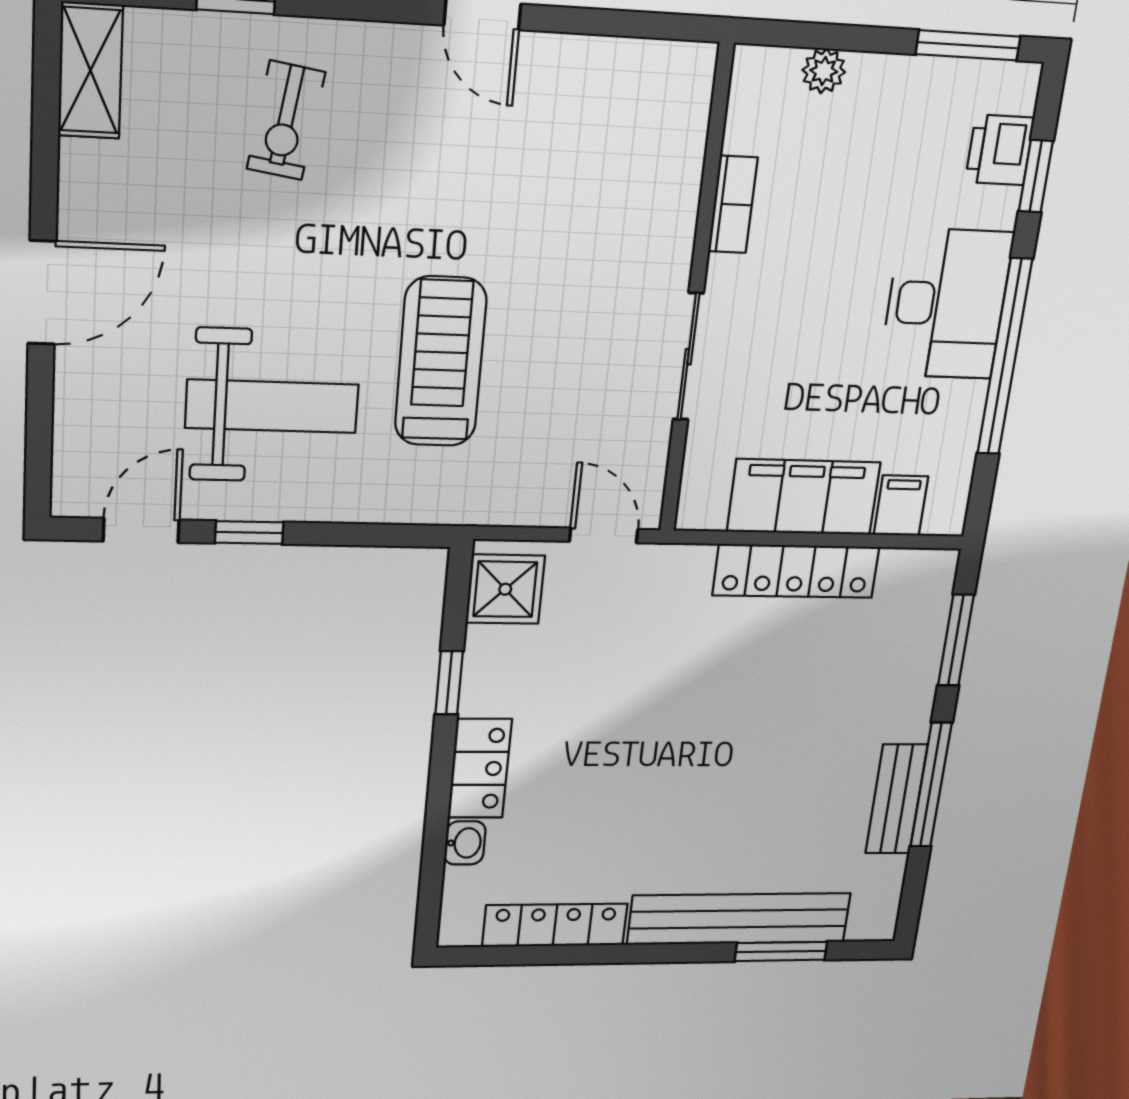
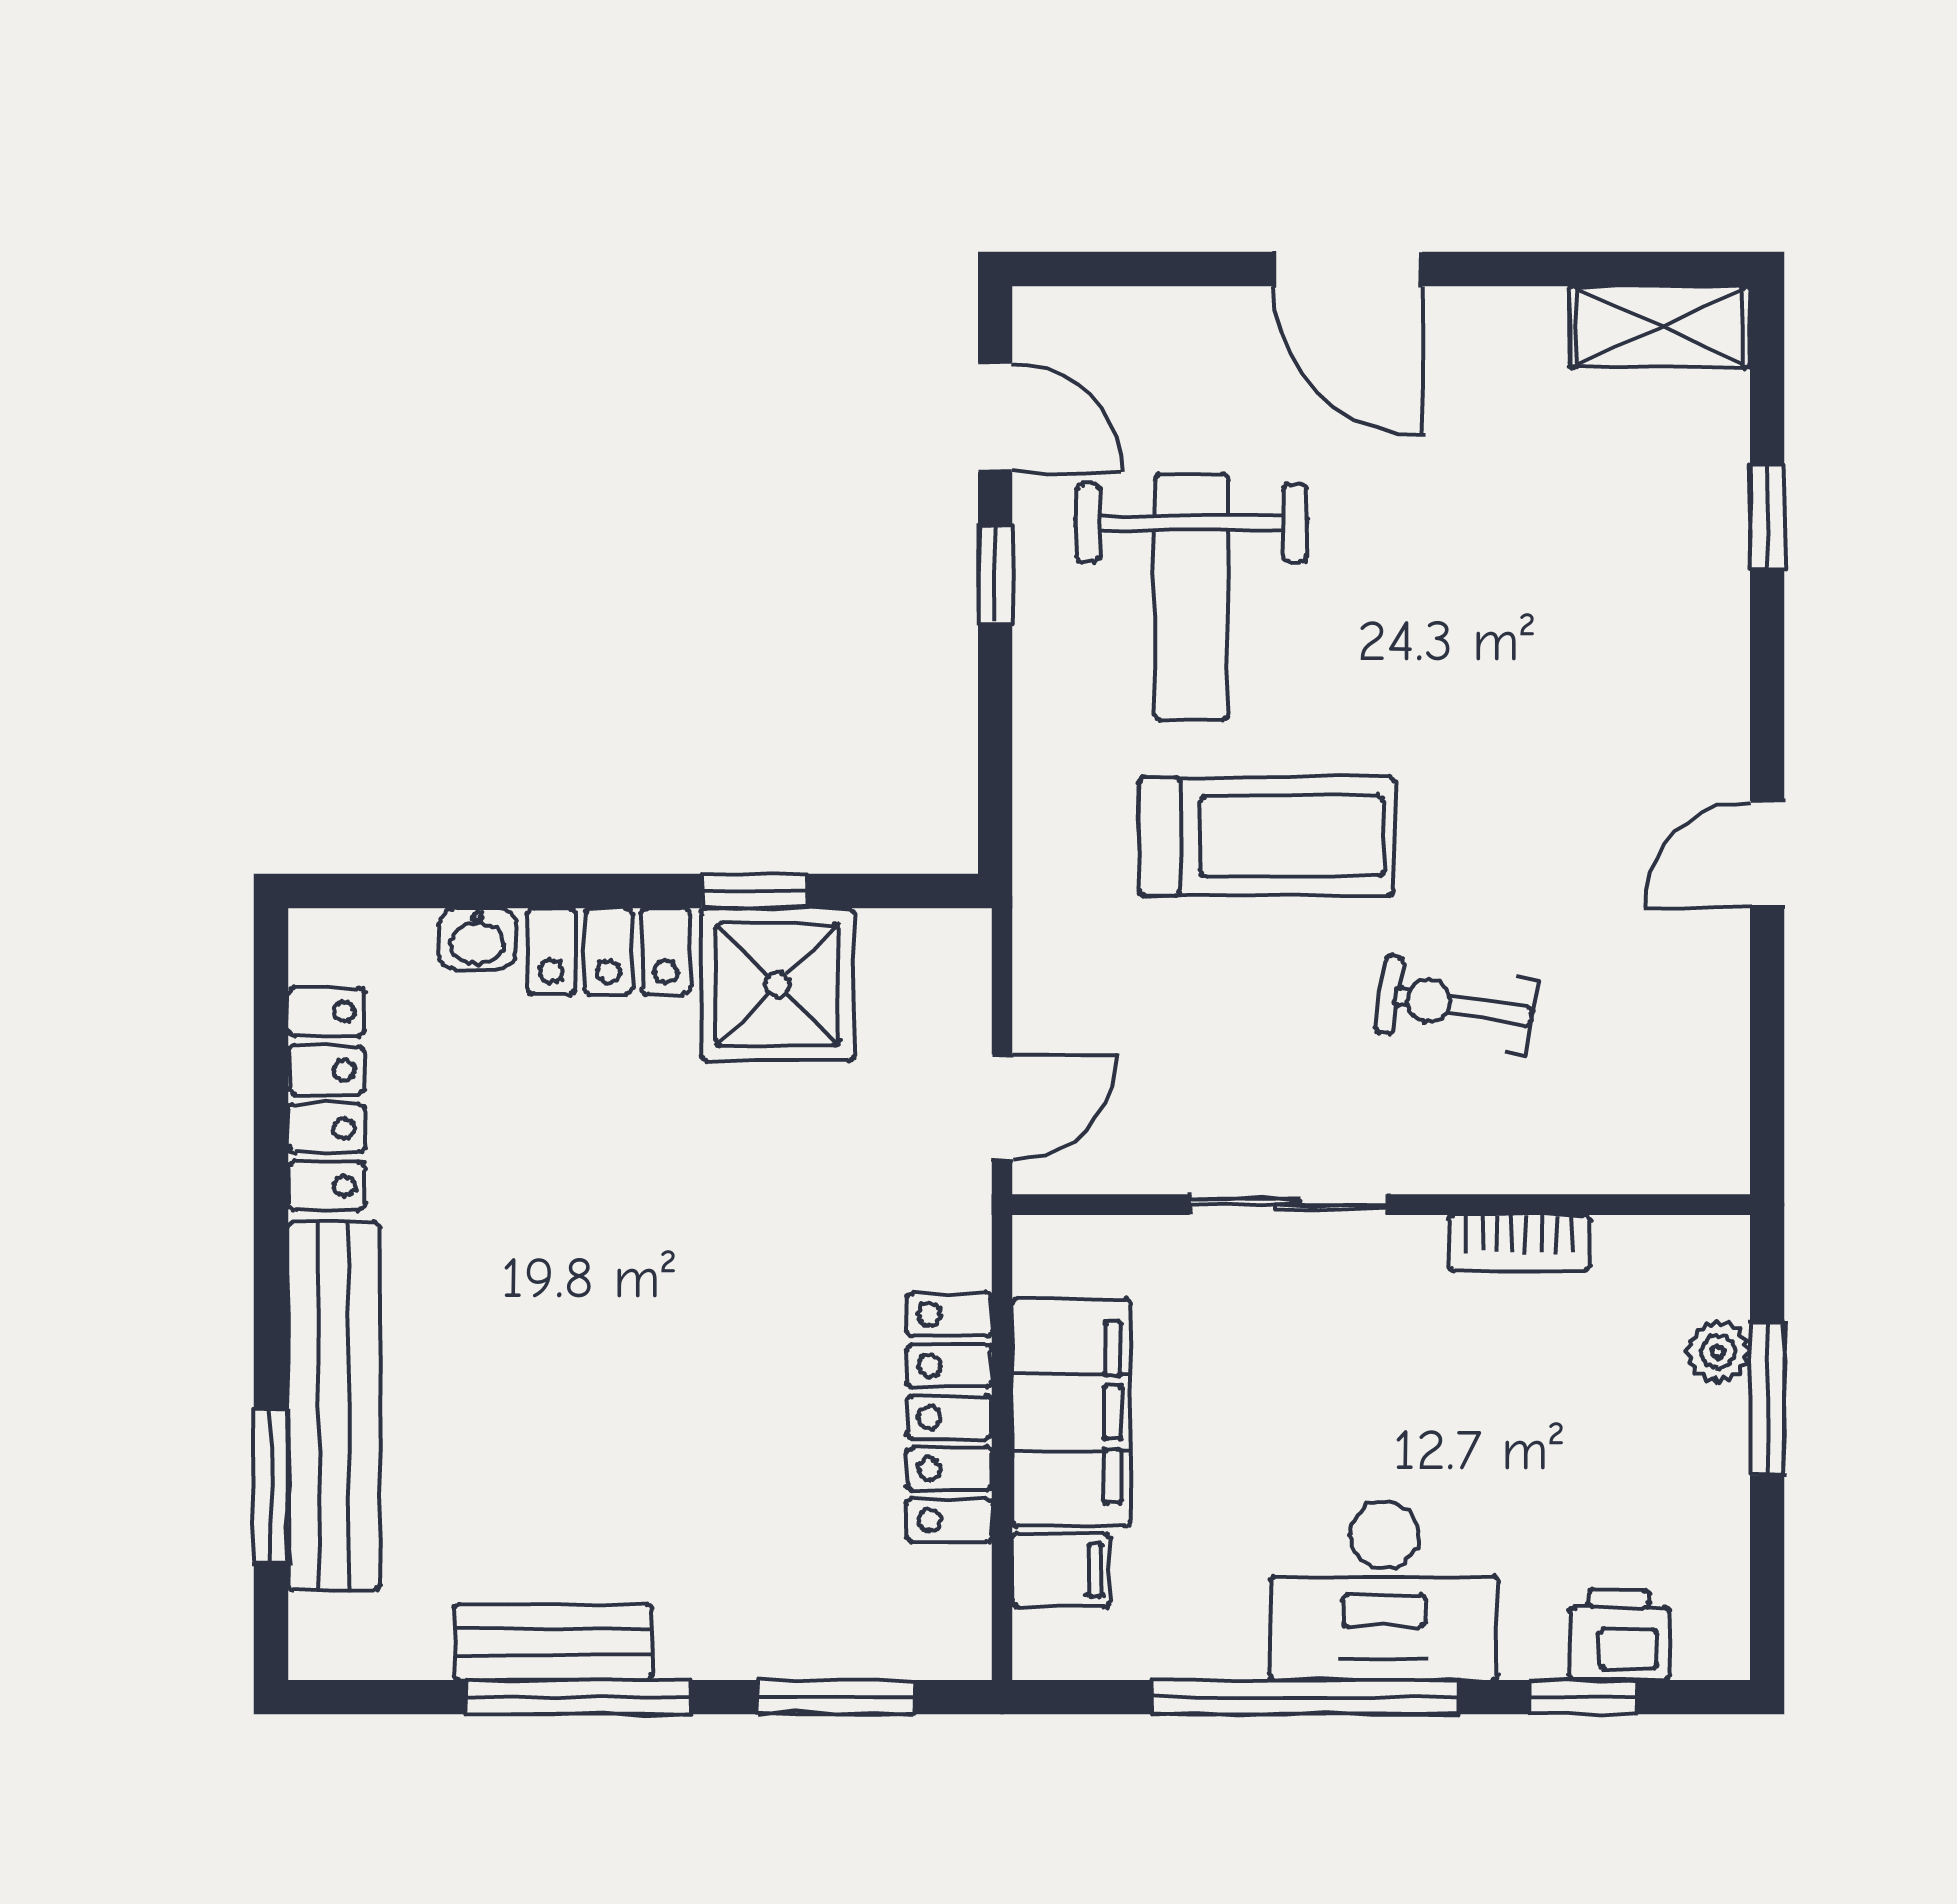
window: (968, 45) -> (1767, 1399), moved
exercise bike: (286, 120) -> (1456, 1005), moved
shower: (505, 589) -> (778, 985), moved, width x1.36, depth x1.36

